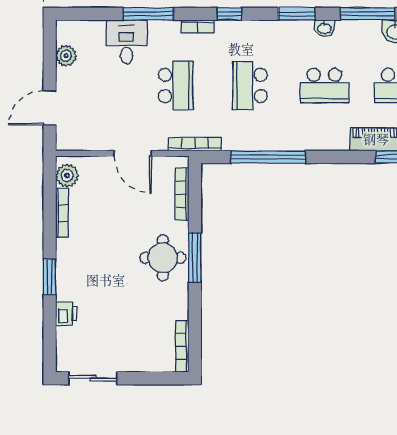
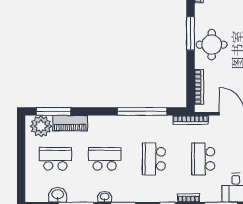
school desk: (250, 85) -> (154, 159), turned 180
window: (195, 257) -> (190, 33), moved

